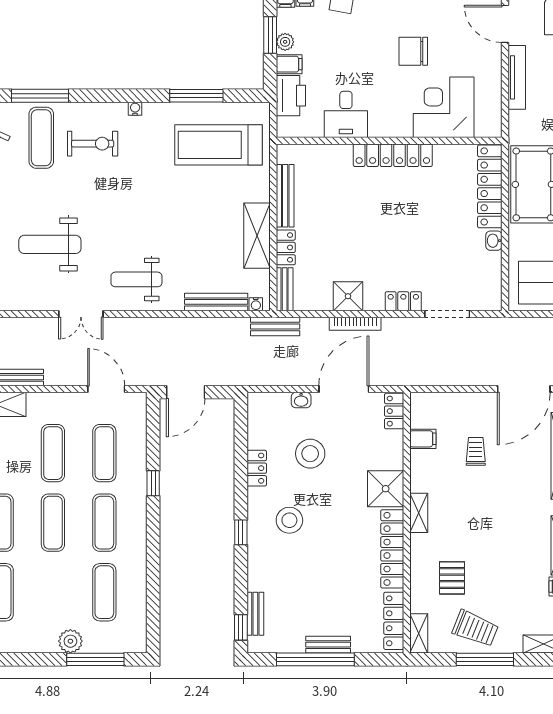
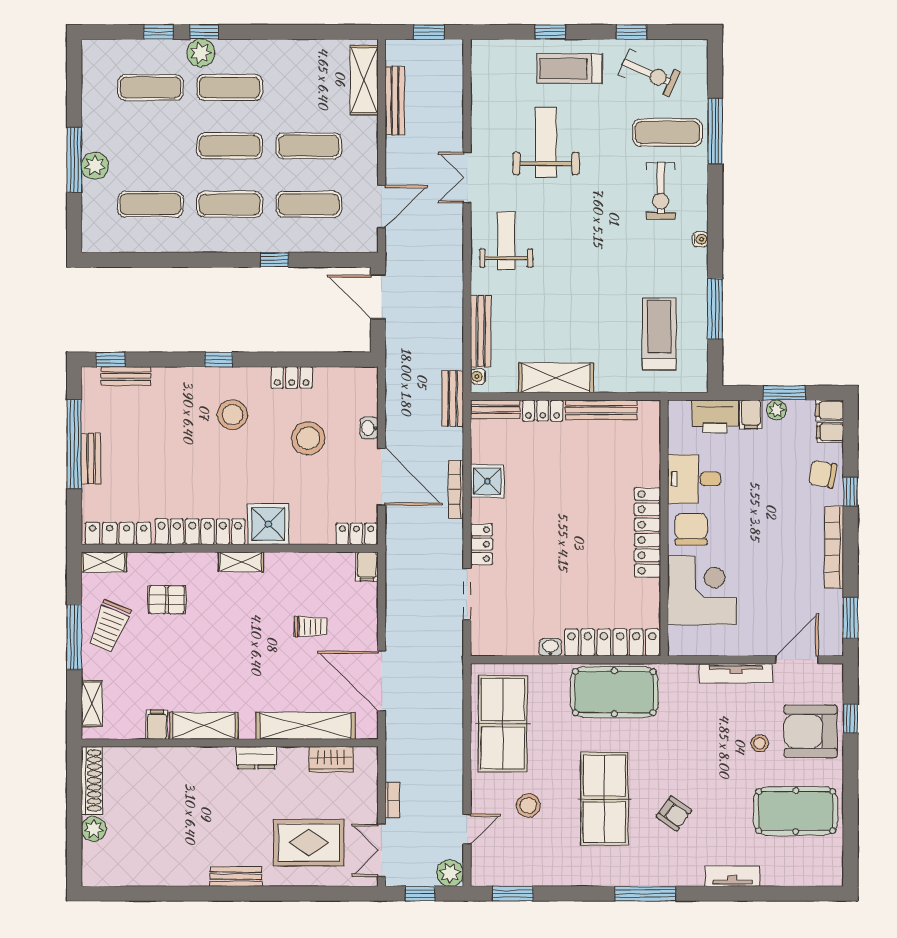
chair: (413, 51) -> (691, 529), moved
treadmill: (218, 145) -> (659, 334), width x0.73, depth x0.73
filing cabinet: (423, 439) -> (367, 567), moved
window: (95, 659) -> (74, 160), moved

